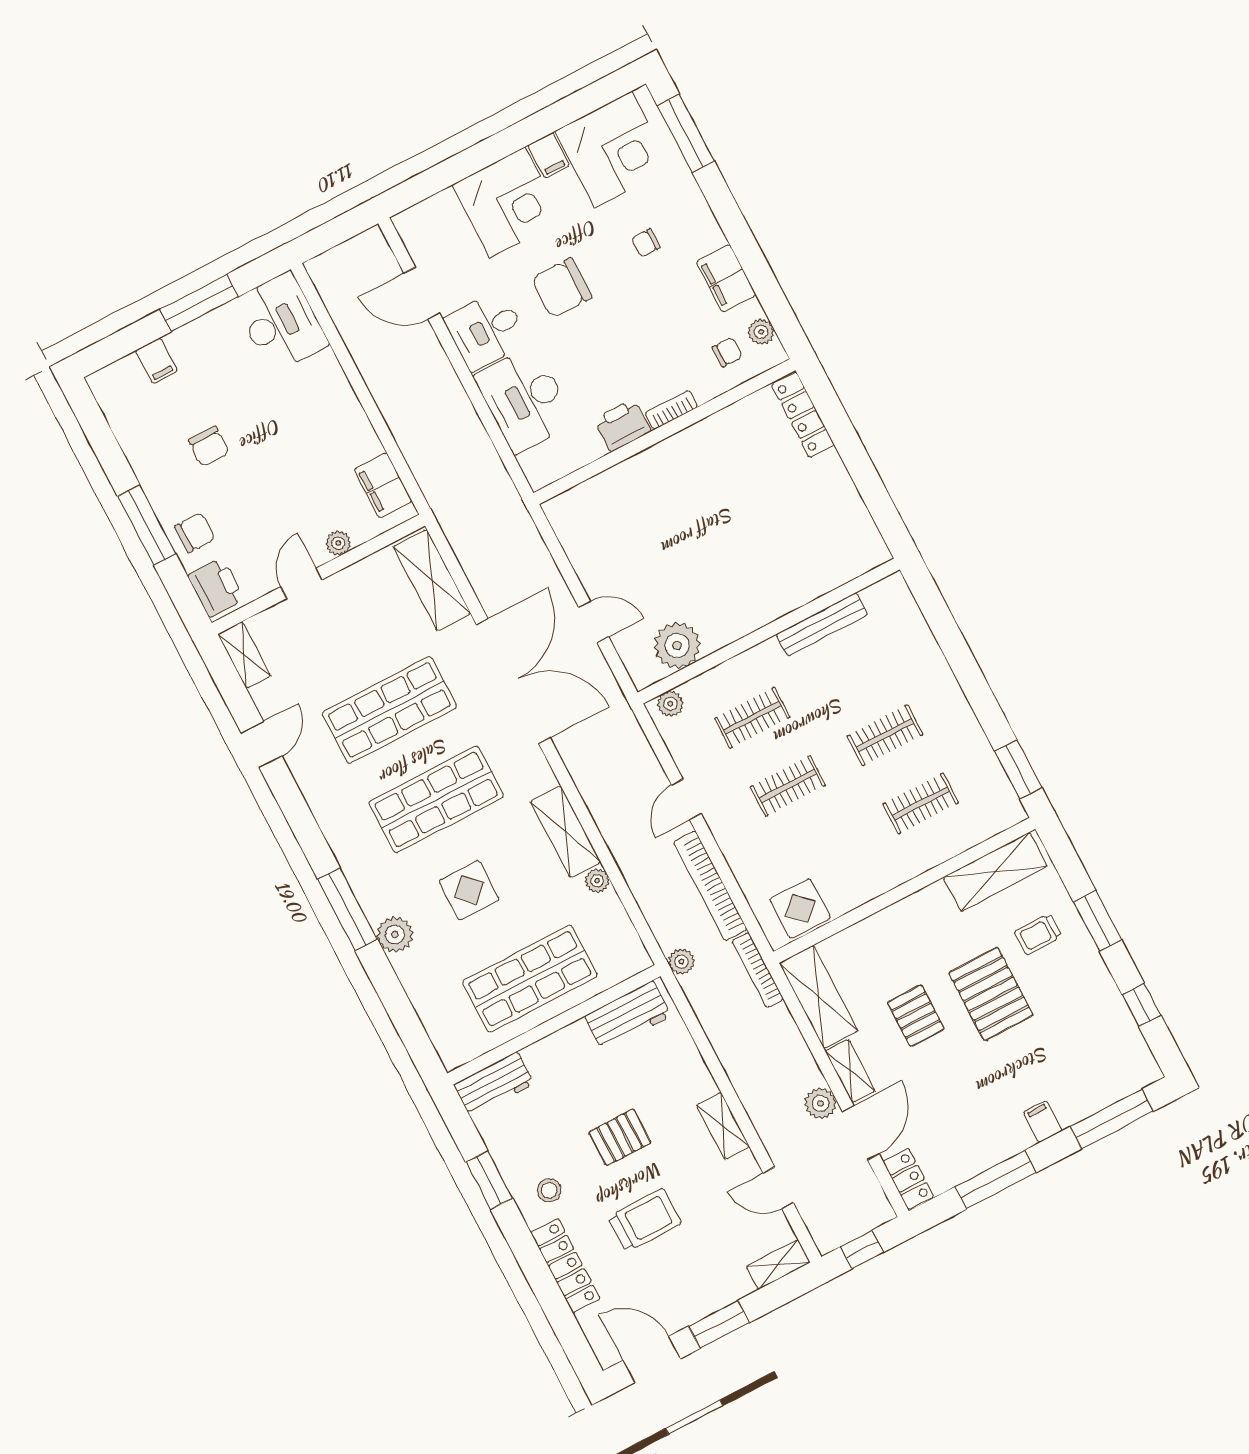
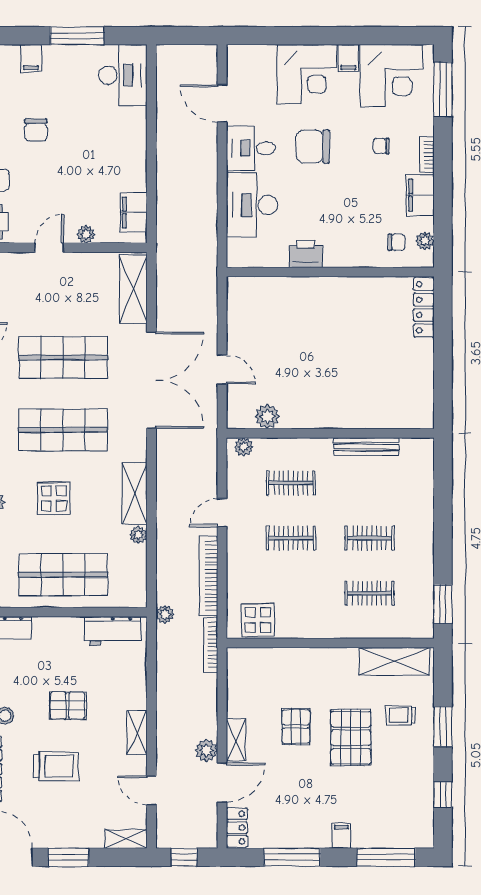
bookcase: (671, 410) -> (427, 155), moved, turned -90
plant: (677, 645) -> (267, 416), width x0.73, depth x0.73
shelving: (819, 997) -> (240, 682), removed

